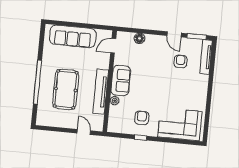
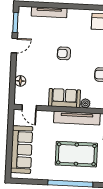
tv unit: (206, 57) -> (49, 12), moved
armchair: (181, 61) -> (64, 53), moved

